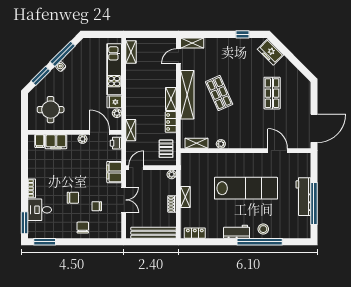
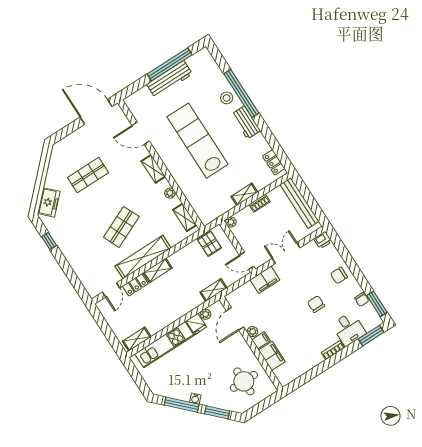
shelving: (192, 43) -> (153, 169), moved
door: (178, 56) -> (111, 290), hinge flipped
locker: (171, 122) -> (135, 285), moved
filing cabinet: (40, 141) -> (261, 340), moved
printer: (116, 143) -> (323, 240), moved
pallet: (166, 149) -> (209, 244), turned 90
door: (278, 151) -> (141, 133), hinge flipped
chair: (97, 206) -> (362, 299), moved

